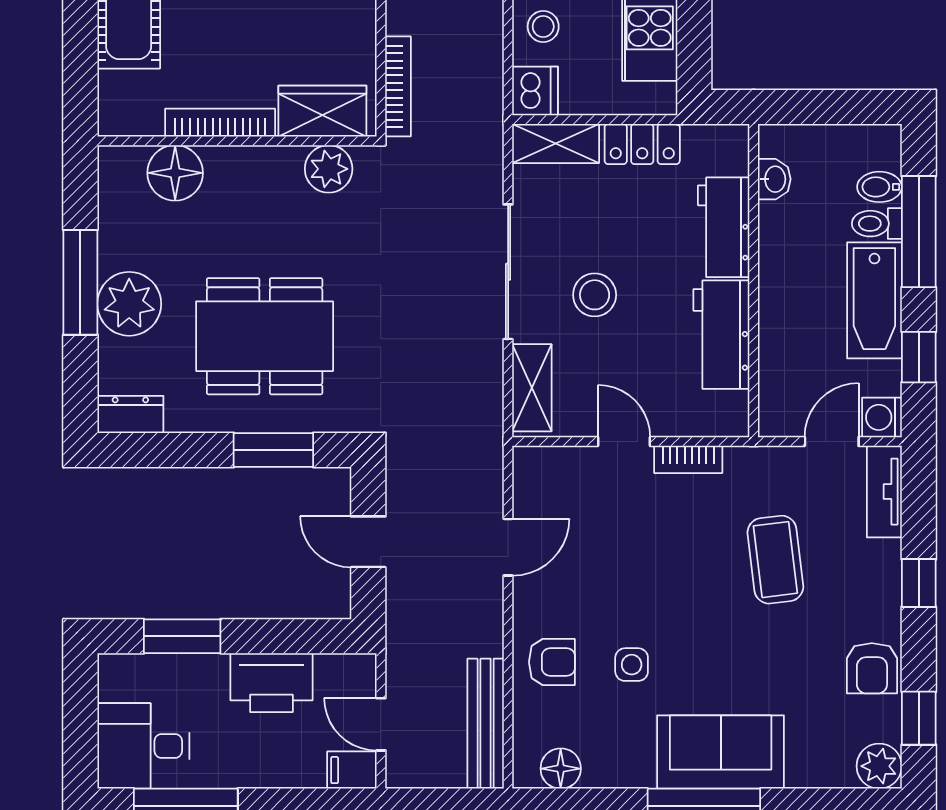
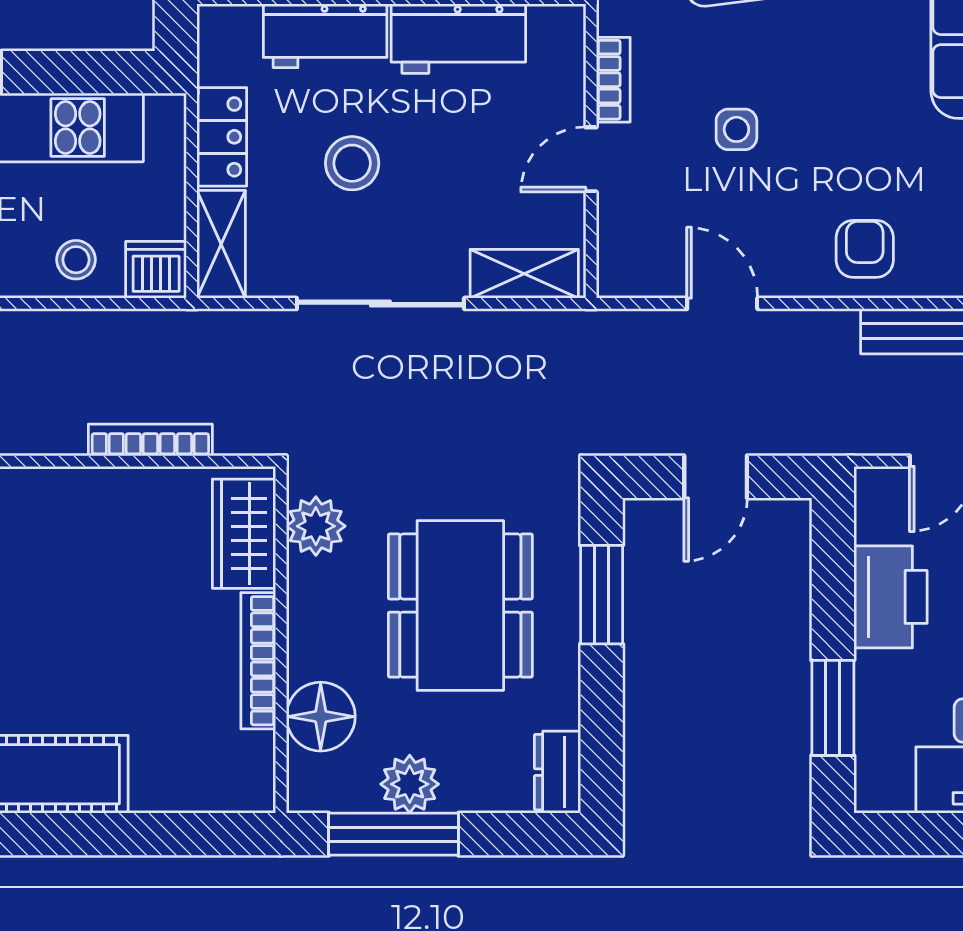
wardrobe: (322, 111) -> (244, 534), moved
bookcase: (220, 123) -> (258, 661), moved
wall: (237, 141) -> (281, 640), moved
plant: (329, 169) -> (316, 526), moved
floor lamp: (175, 173) -> (321, 717), moved
stool: (595, 295) -> (352, 163), moved
plant: (129, 304) -> (410, 784), width x0.73, depth x0.73
side table: (632, 665) -> (736, 129), moved

